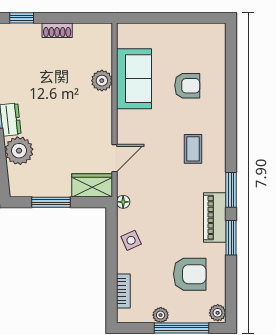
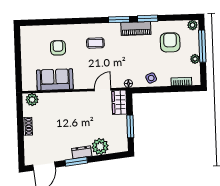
window: (22, 18) -> (21, 148), removed
plant: (102, 81) -> (32, 100), moved
door: (114, 158) -> (103, 90), hinge flipped

